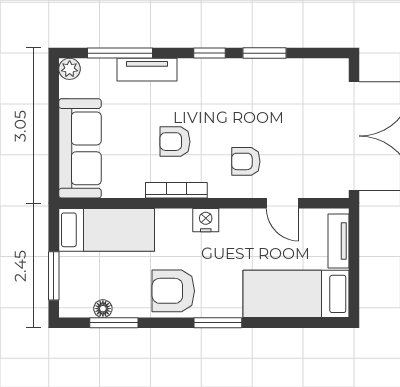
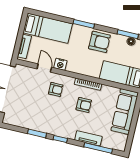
plant: (70, 69) -> (121, 146), removed
nightstand: (206, 220) -> (60, 64), moved

